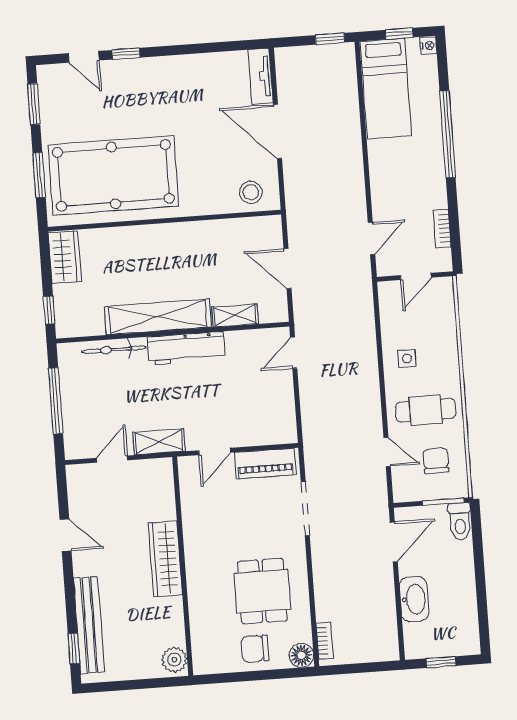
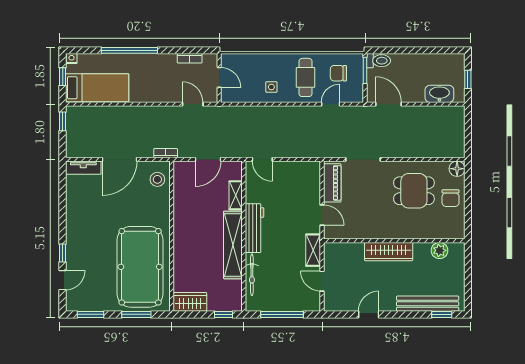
washbasin: (414, 599) -> (439, 94), moved
bookcase: (325, 641) -> (166, 153), moved
plant: (174, 660) -> (440, 250), moved

